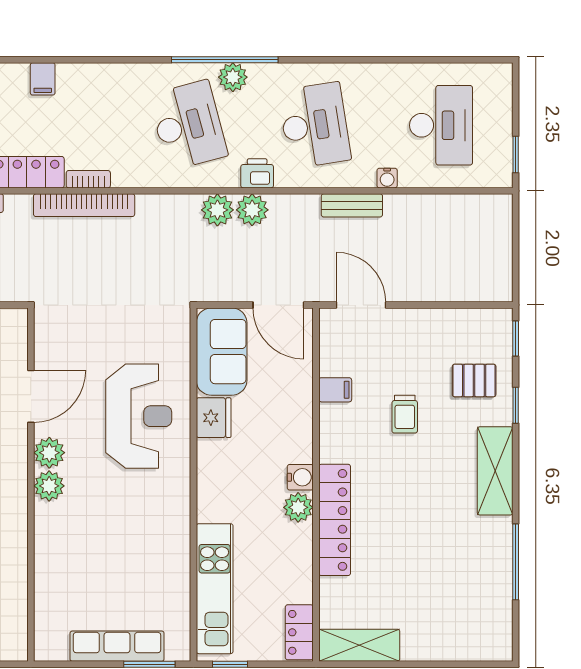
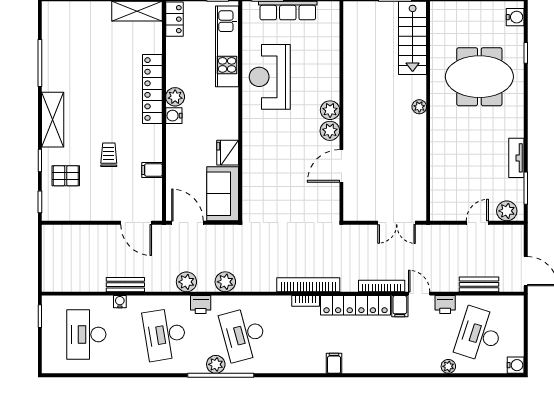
bench: (352, 205) -> (125, 285), moved
plant: (252, 210) -> (186, 282), moved
reception desk: (139, 416) -> (270, 77), moved

